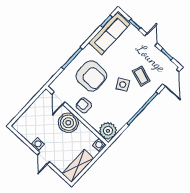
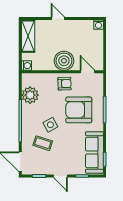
plant: (108, 131) -> (30, 95), moved
washing machine: (38, 144) -> (99, 25), moved

